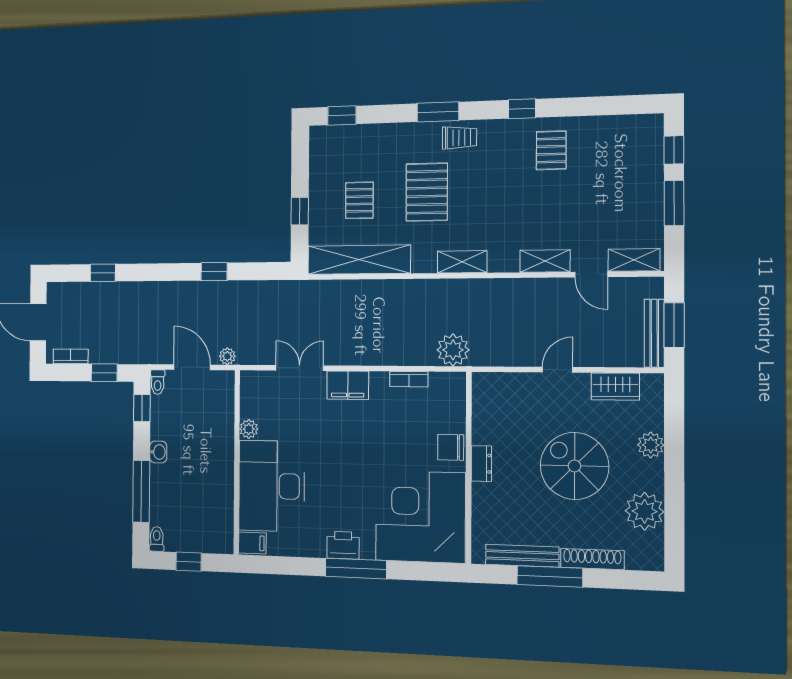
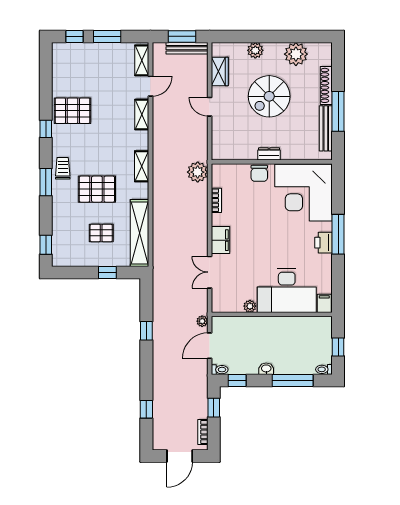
pallet: (551, 150) -> (73, 111), width x1.50, depth x1.42

